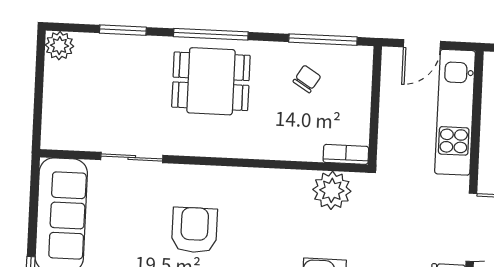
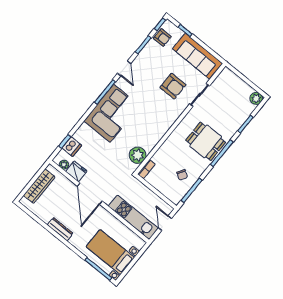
dining table: (211, 81) -> (206, 141), turned 90
armchair: (194, 230) -> (173, 86), moved

